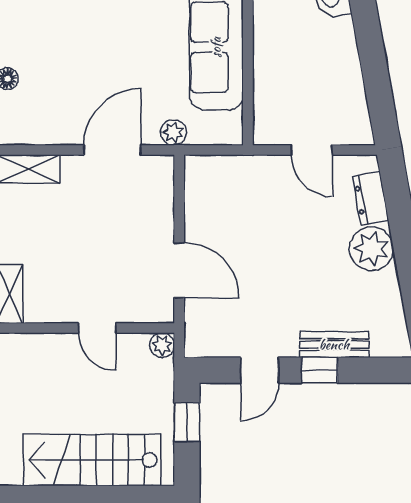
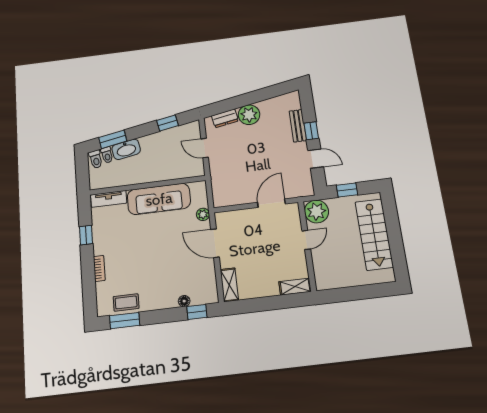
window: (376, 79) -> (167, 123), added
door: (312, 150) -> (205, 148), swing flipped
plant: (162, 345) -> (316, 212), width x1.88, depth x1.88

